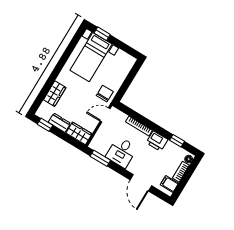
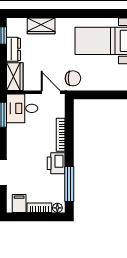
window: (177, 141) -> (69, 184), width x2.17
desk: (122, 152) -> (22, 108), moved

